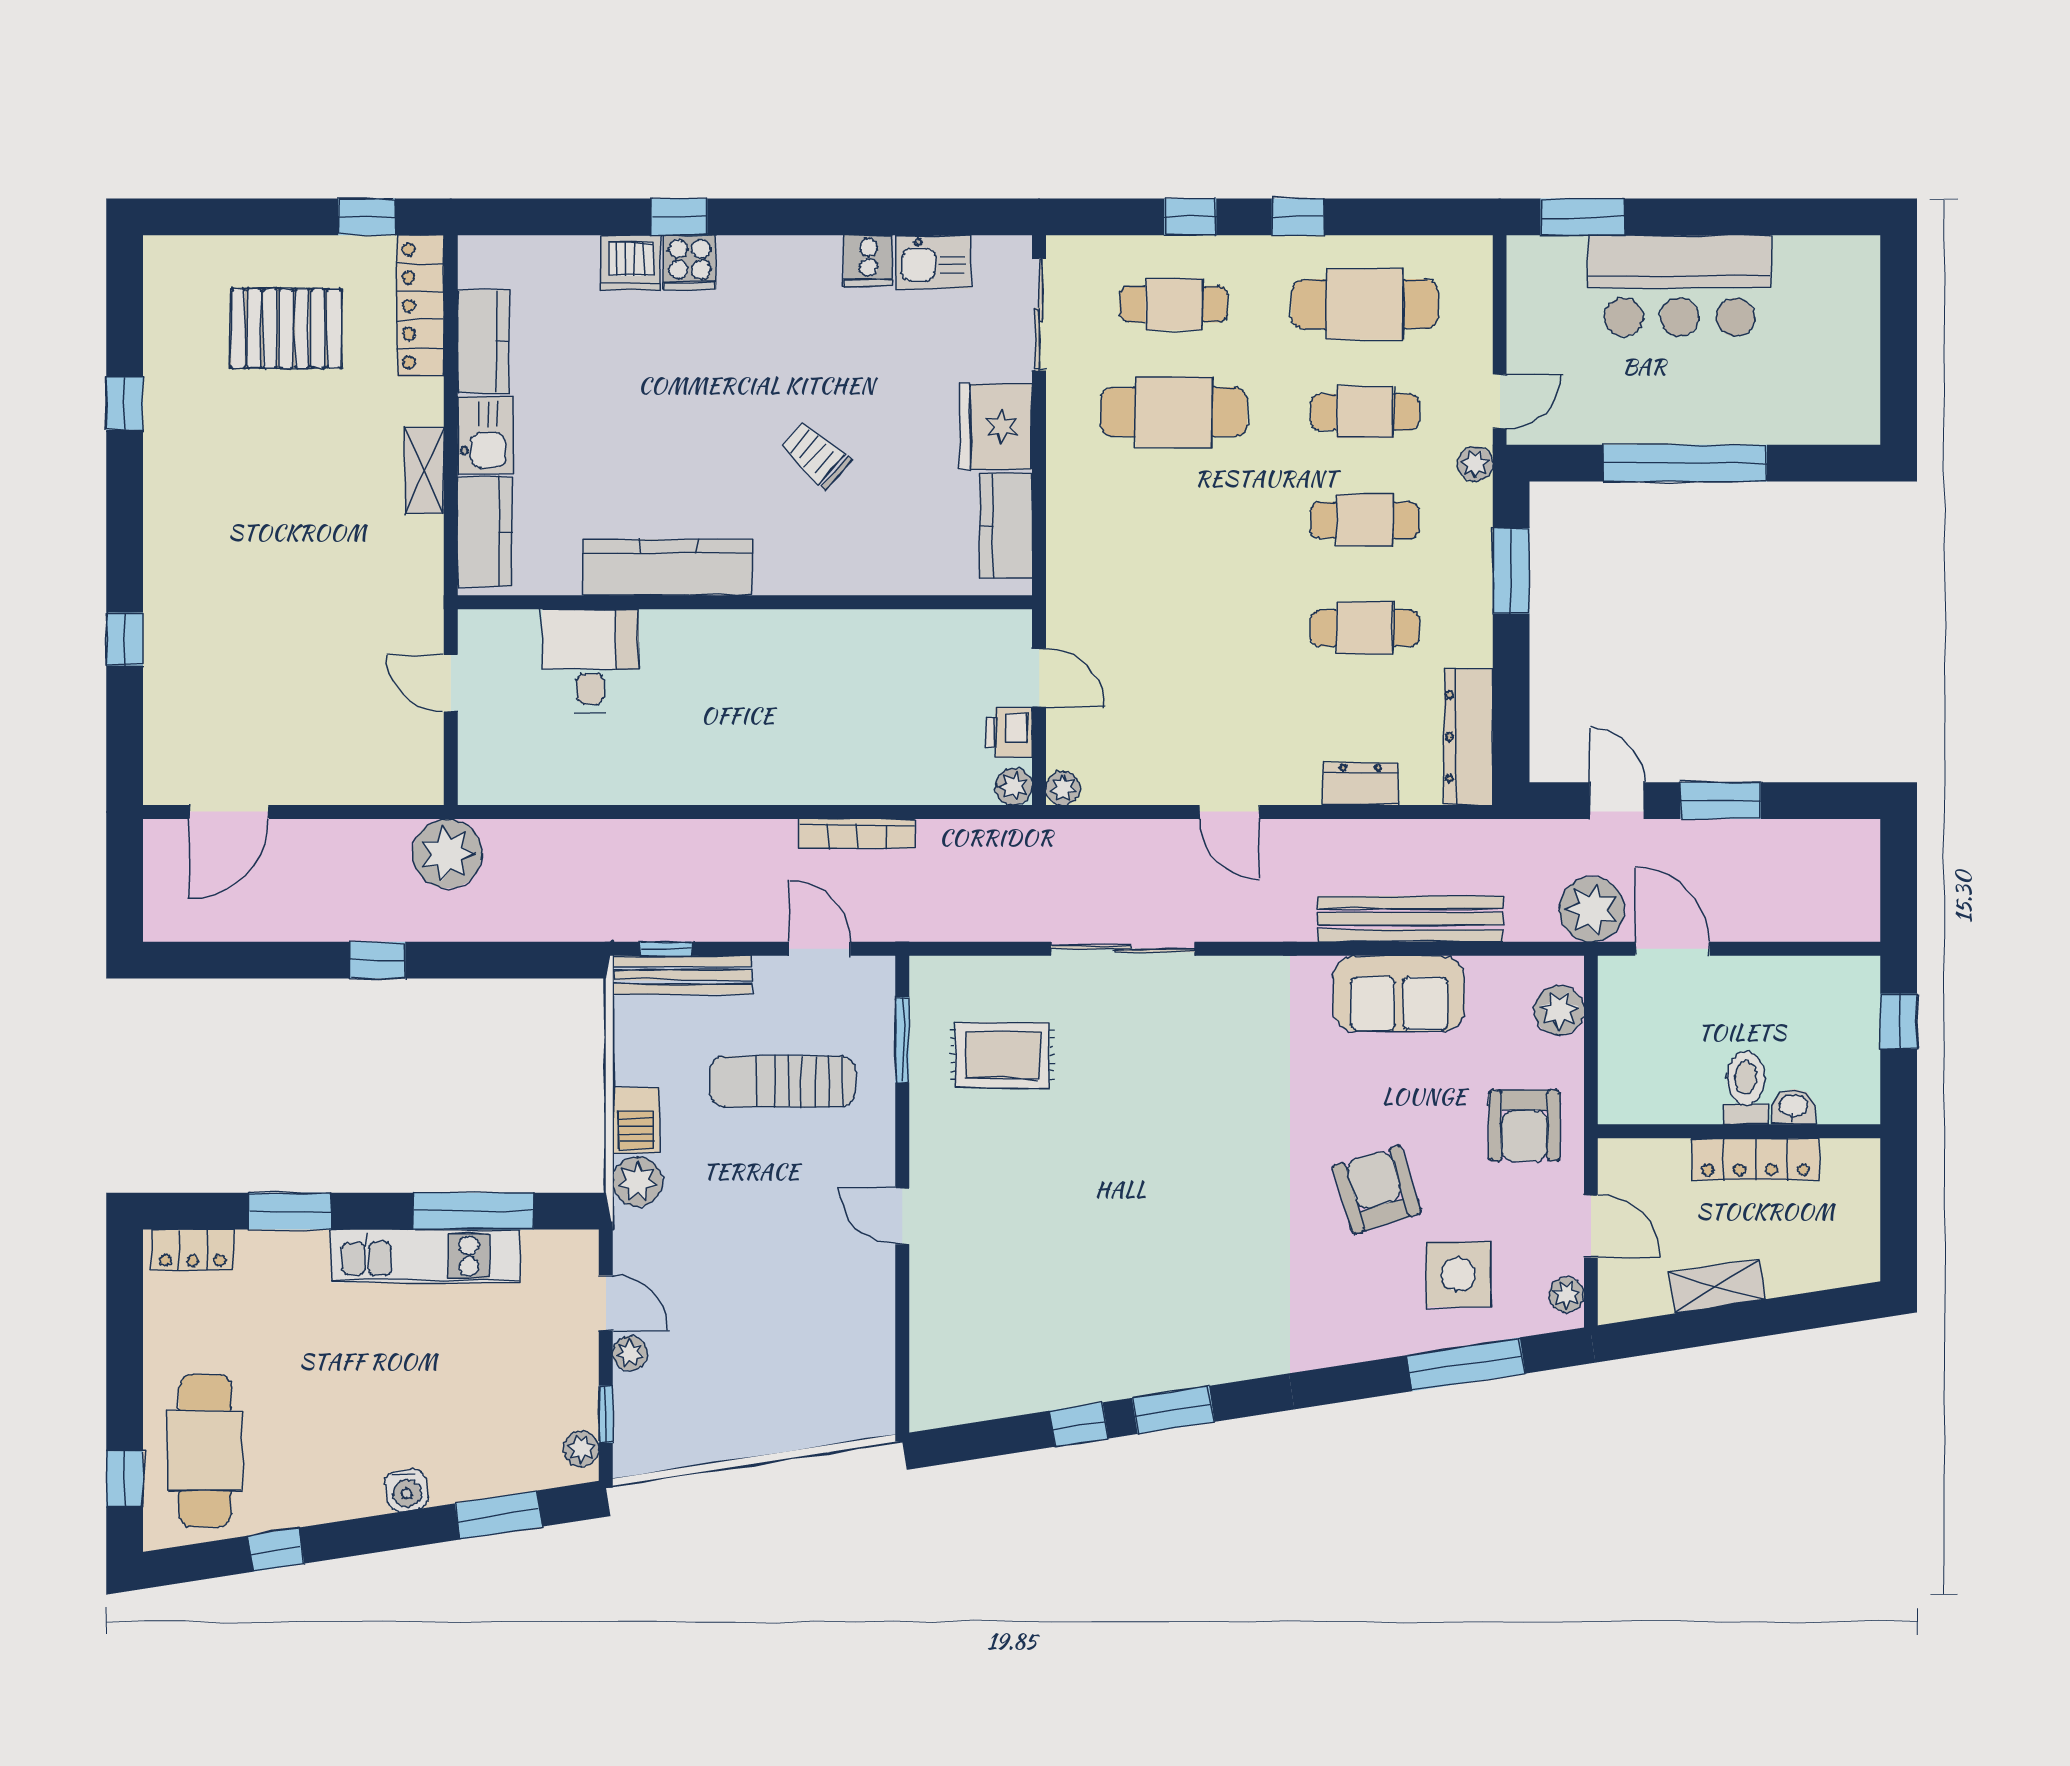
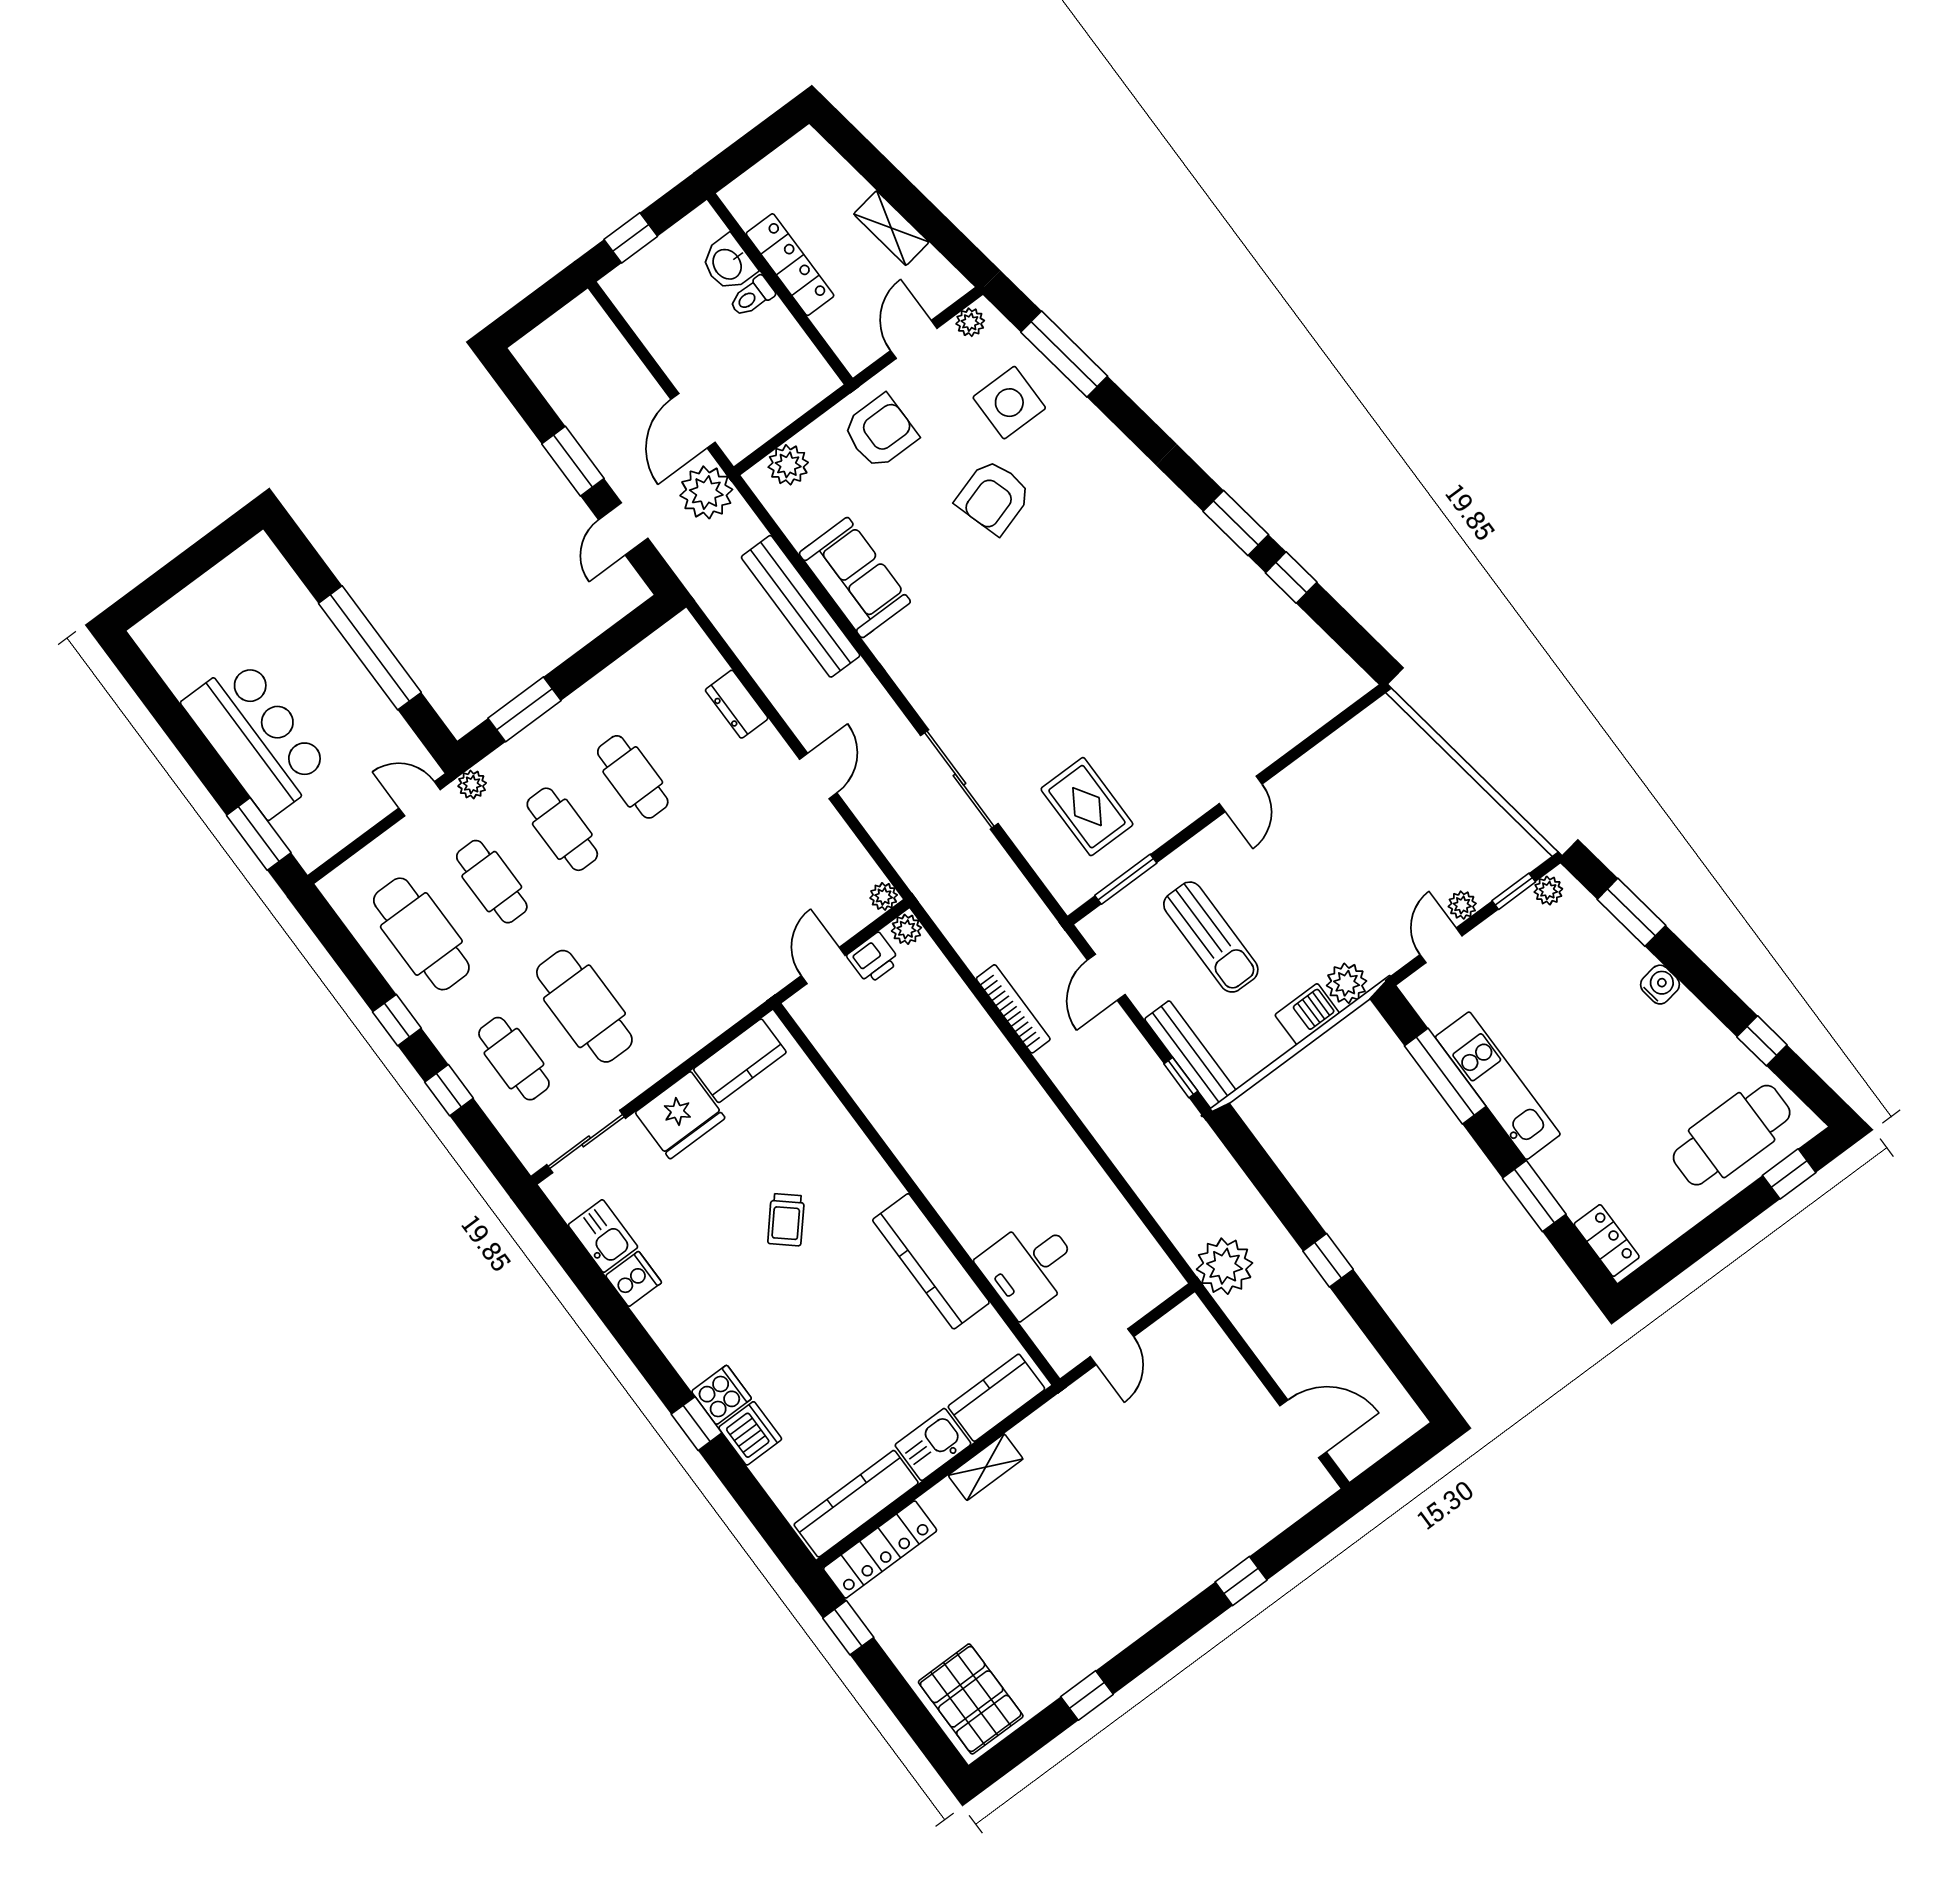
pallet: (286, 328) -> (971, 1699), moved
kitchen counter: (483, 341) -> (856, 1504), width x1.50
dresser: (1468, 737) -> (654, 657), removed
toilet: (1746, 1088) -> (752, 297), width x0.73, depth x0.72
washbasin: (1794, 1107) -> (728, 264), width x1.38, depth x1.45

